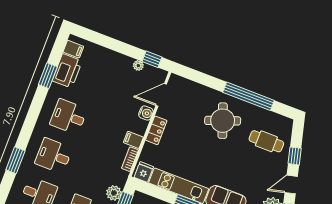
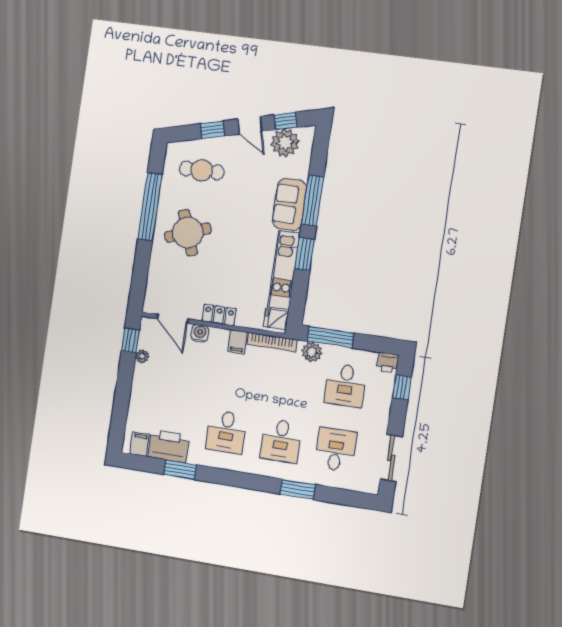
cafe table: (266, 141) -> (202, 170), turned 90
bookcase: (130, 159) -> (272, 342), width x1.56

